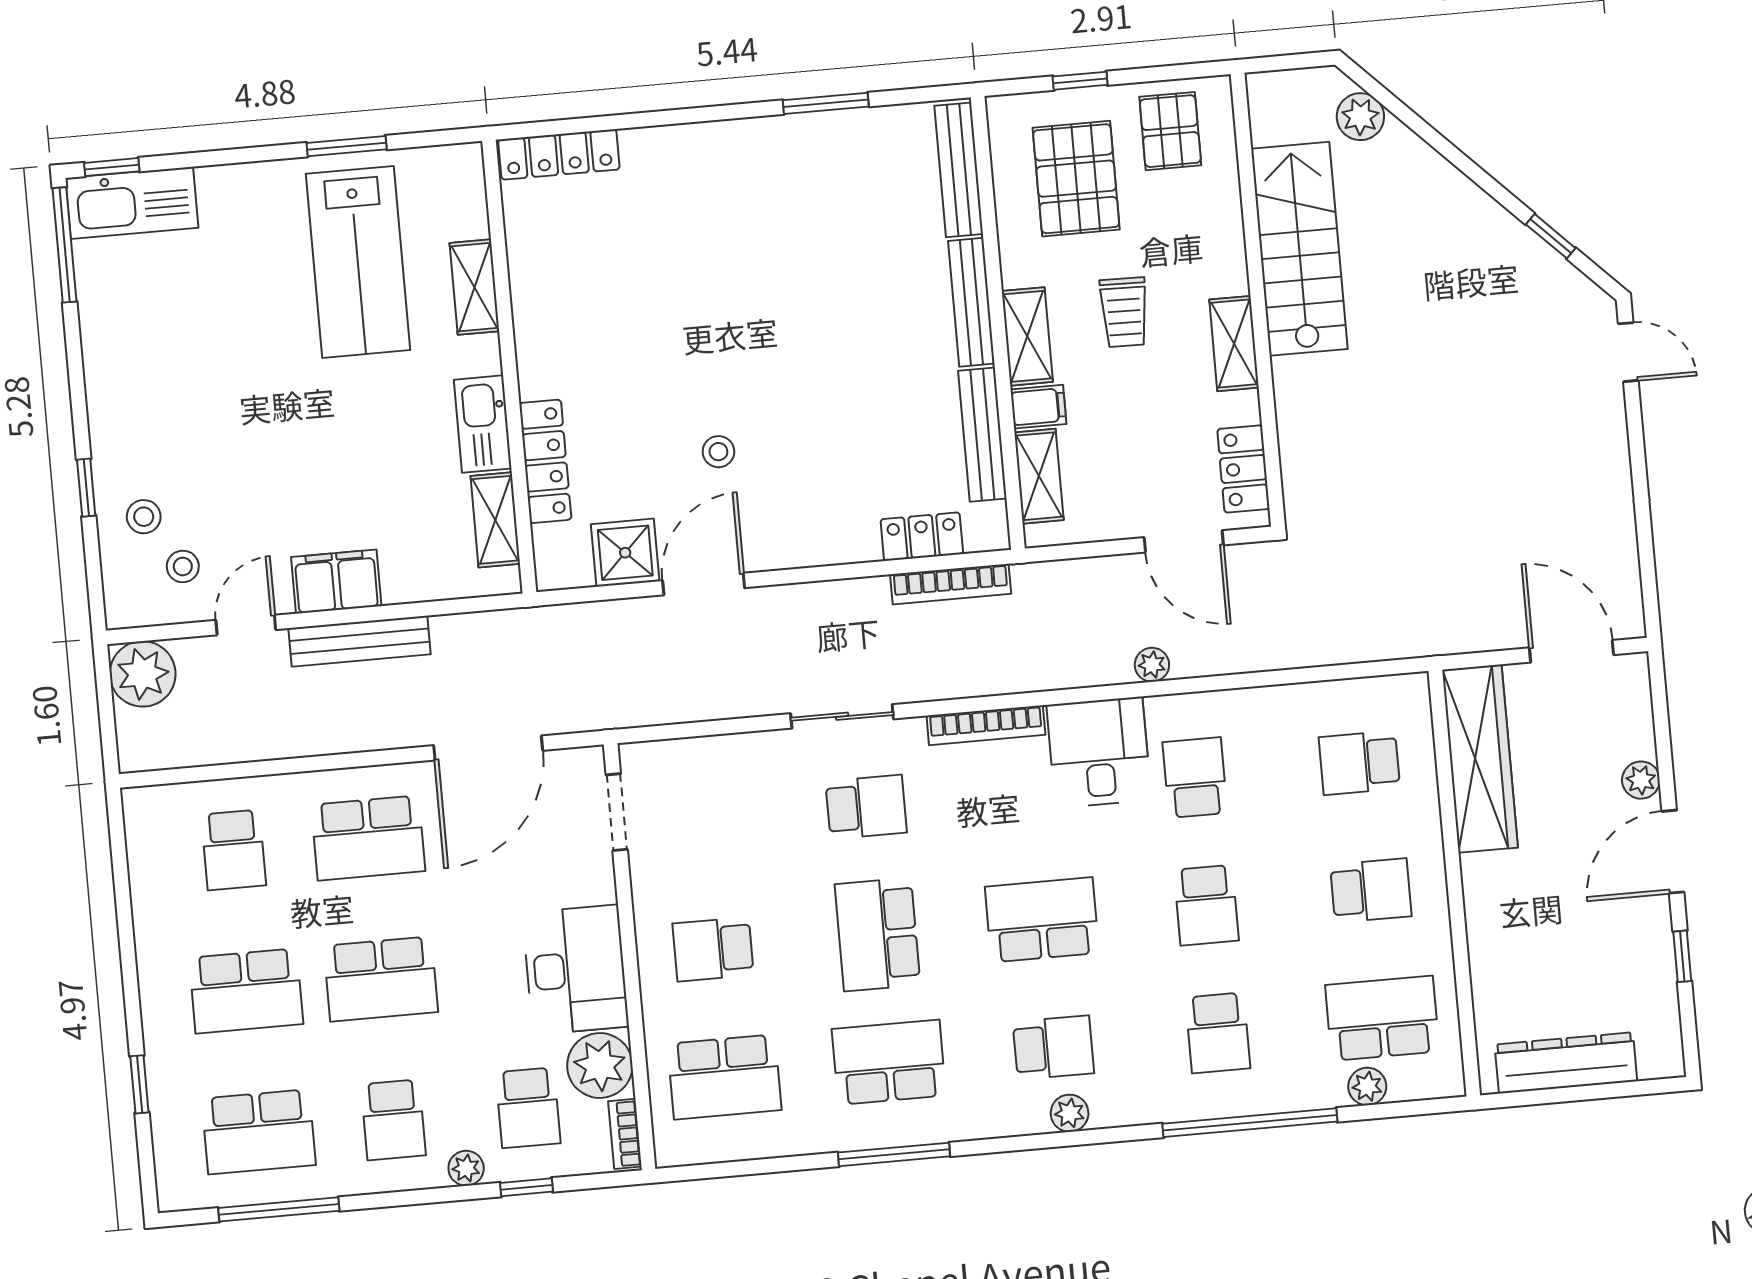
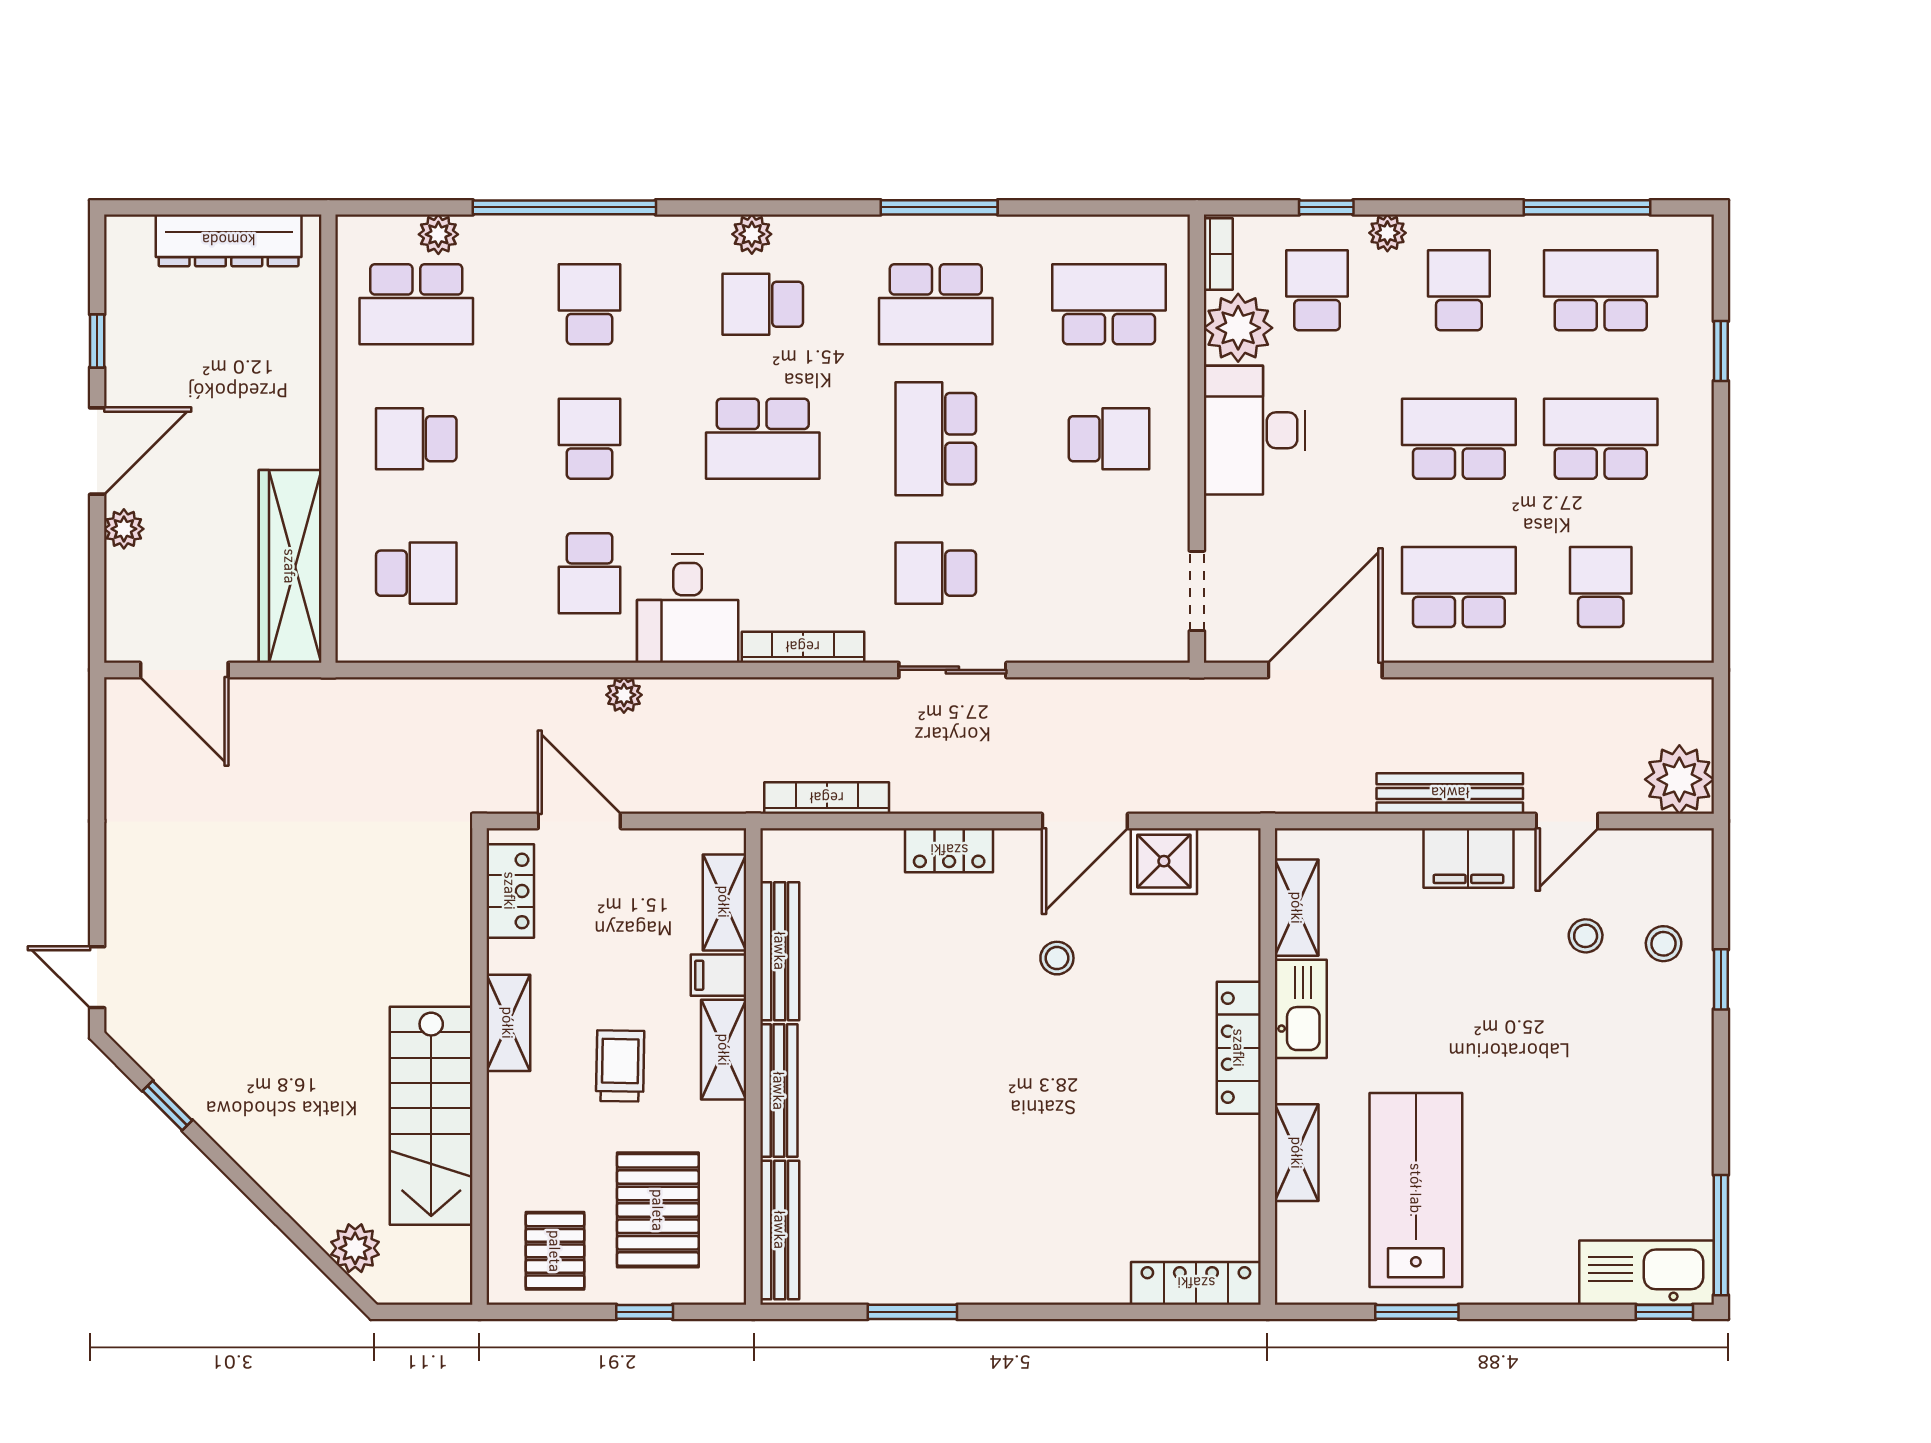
locker: (545, 461) -> (1239, 1048), moved
locker: (922, 537) -> (949, 850), moved
stool: (183, 566) -> (1586, 936), moved
school desk: (878, 935) -> (936, 439), turned 180

